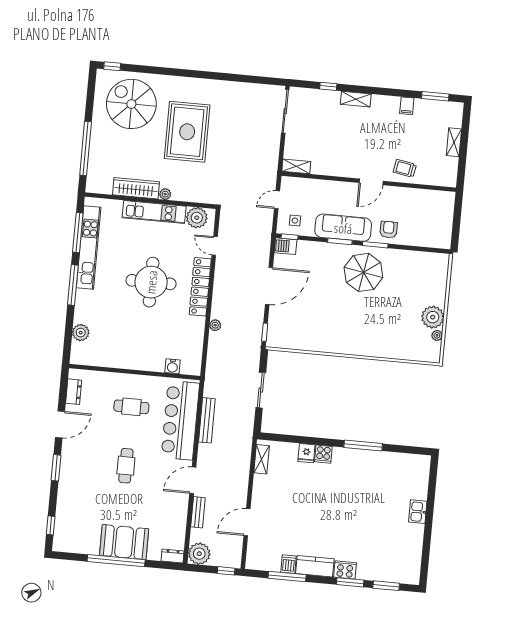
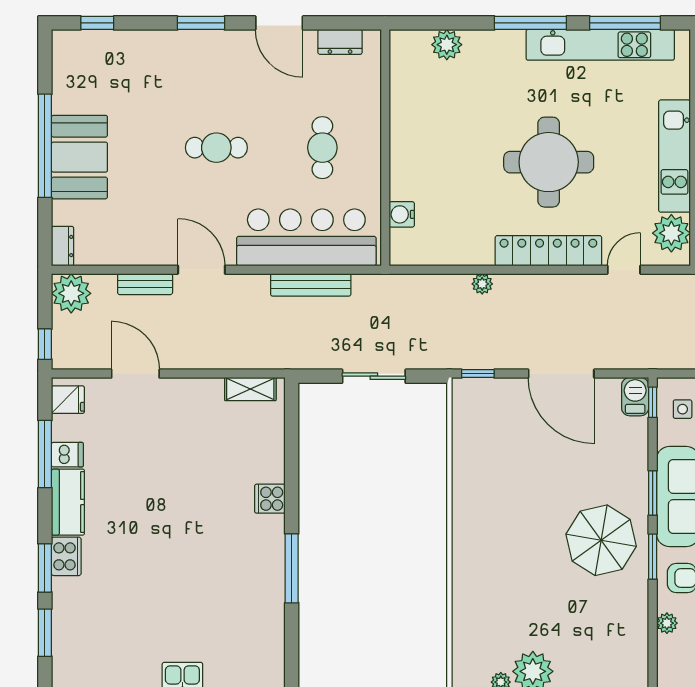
plant: (413, 240) -> (667, 623), added
fridge: (306, 453) -> (68, 400), moved, turned 180

